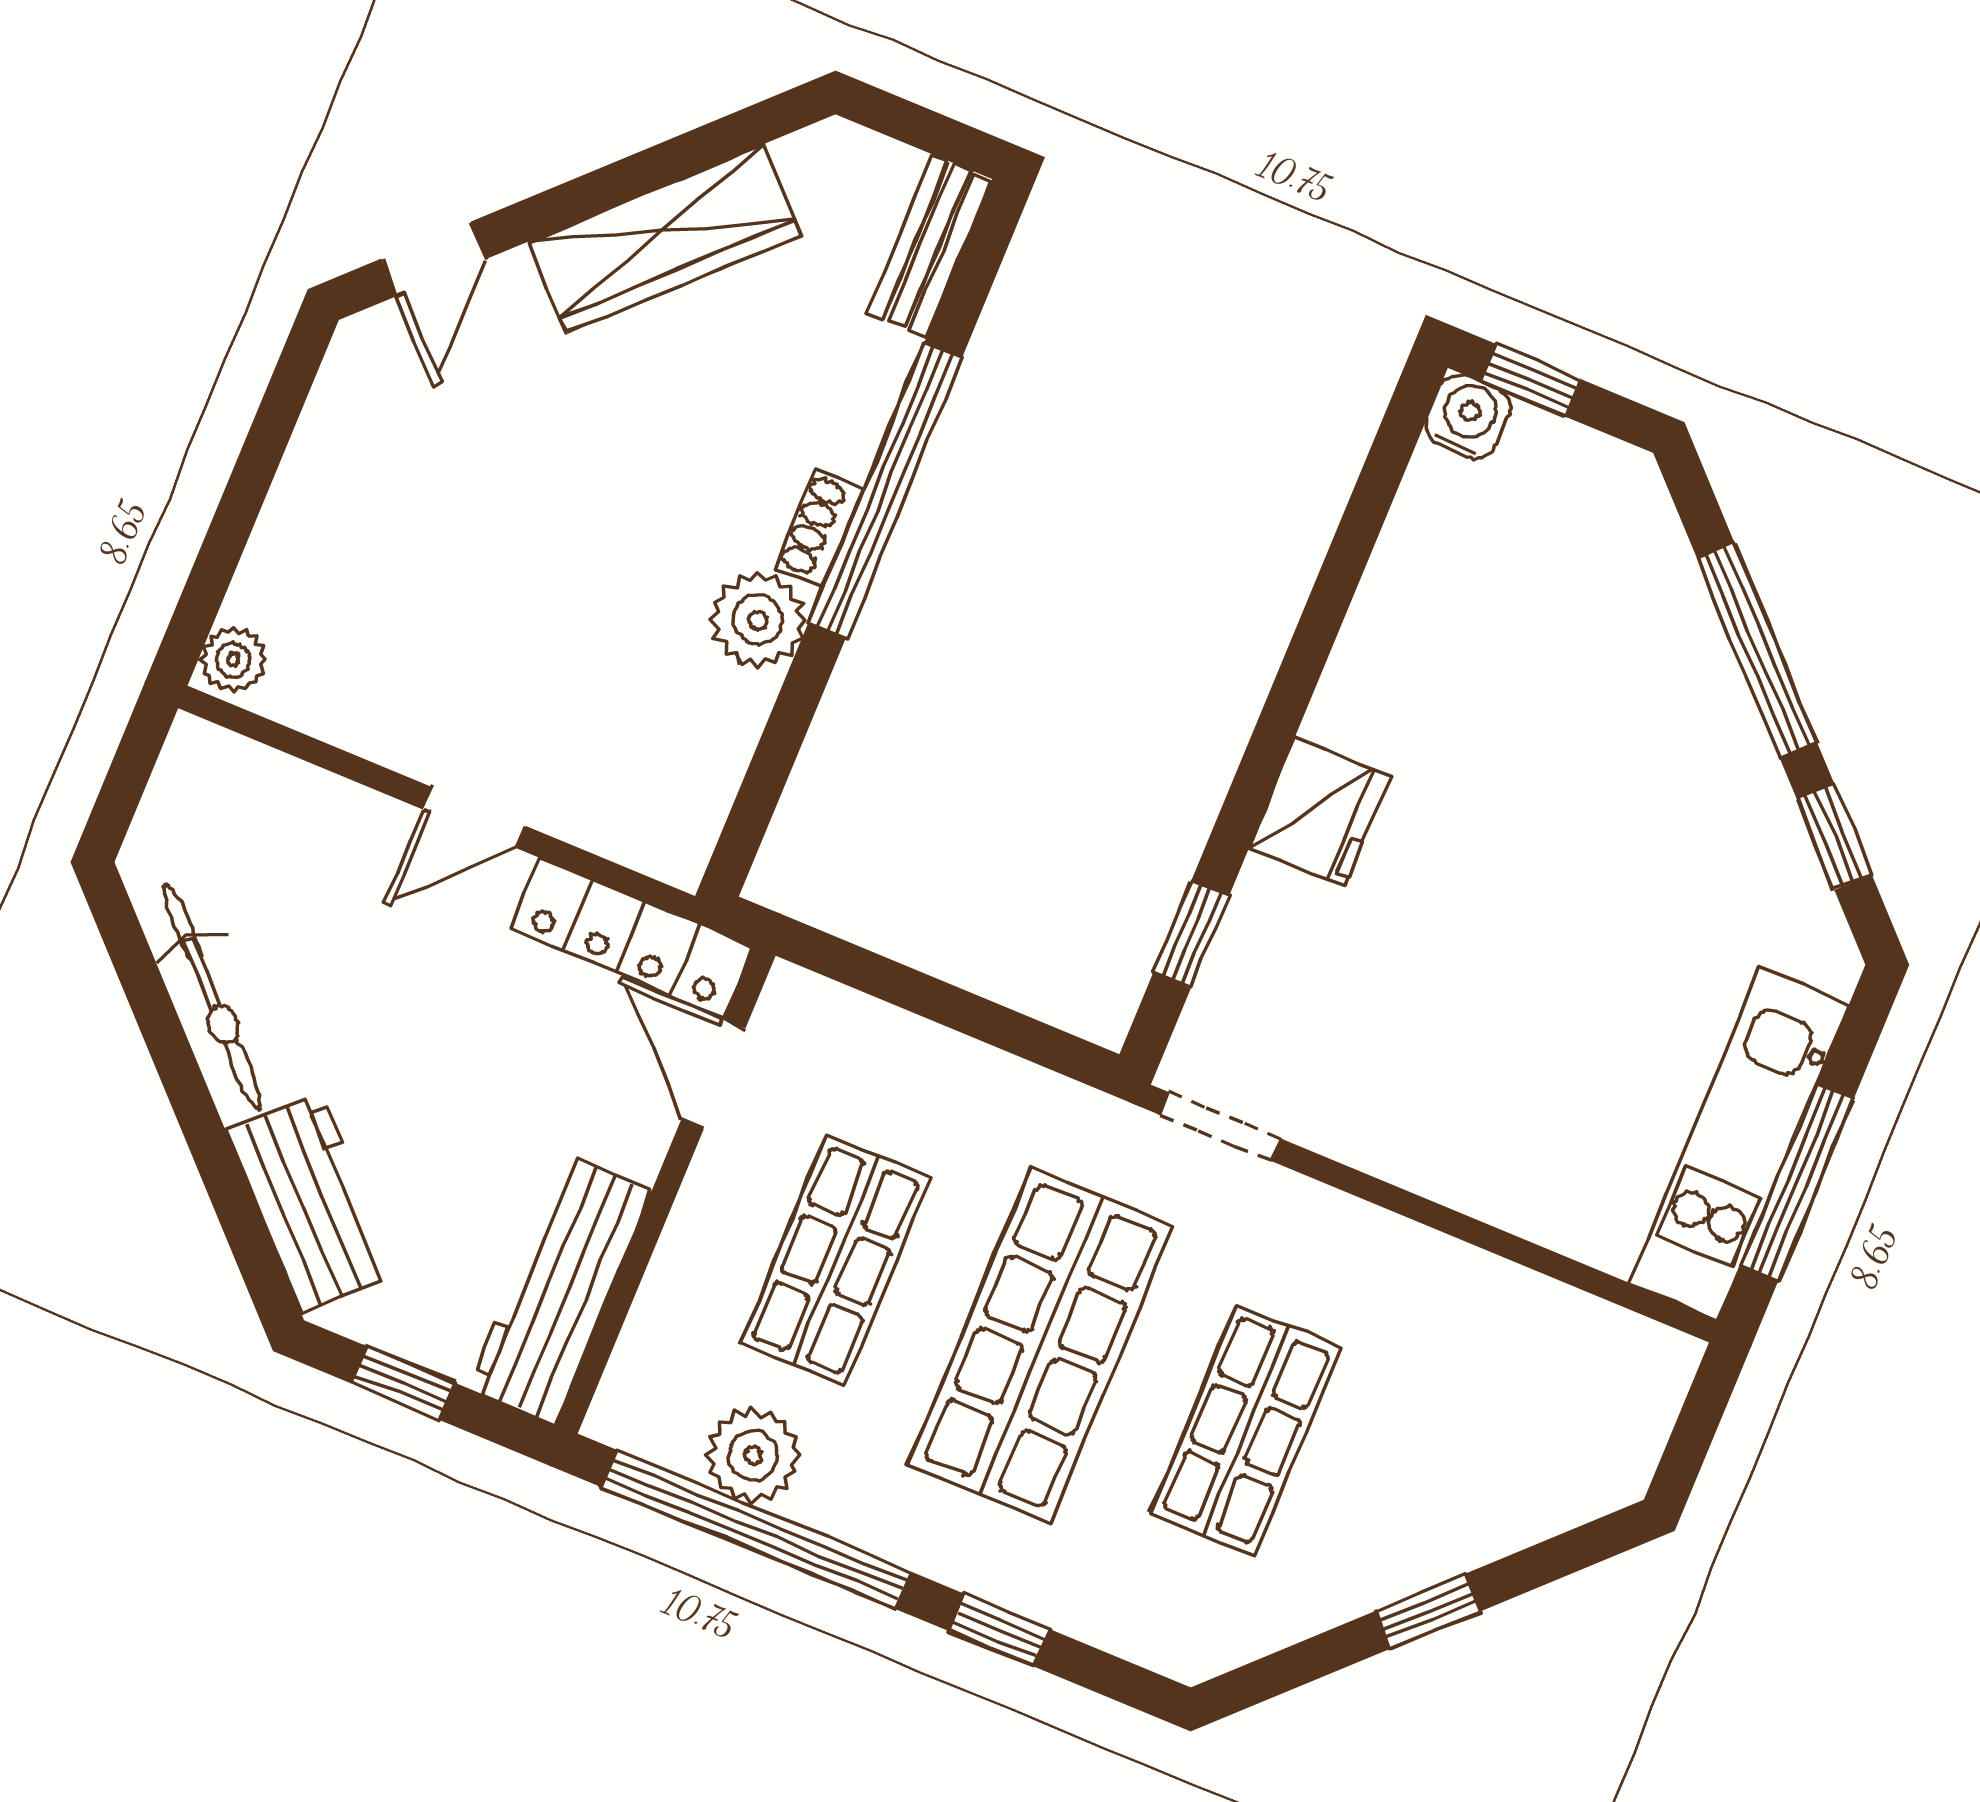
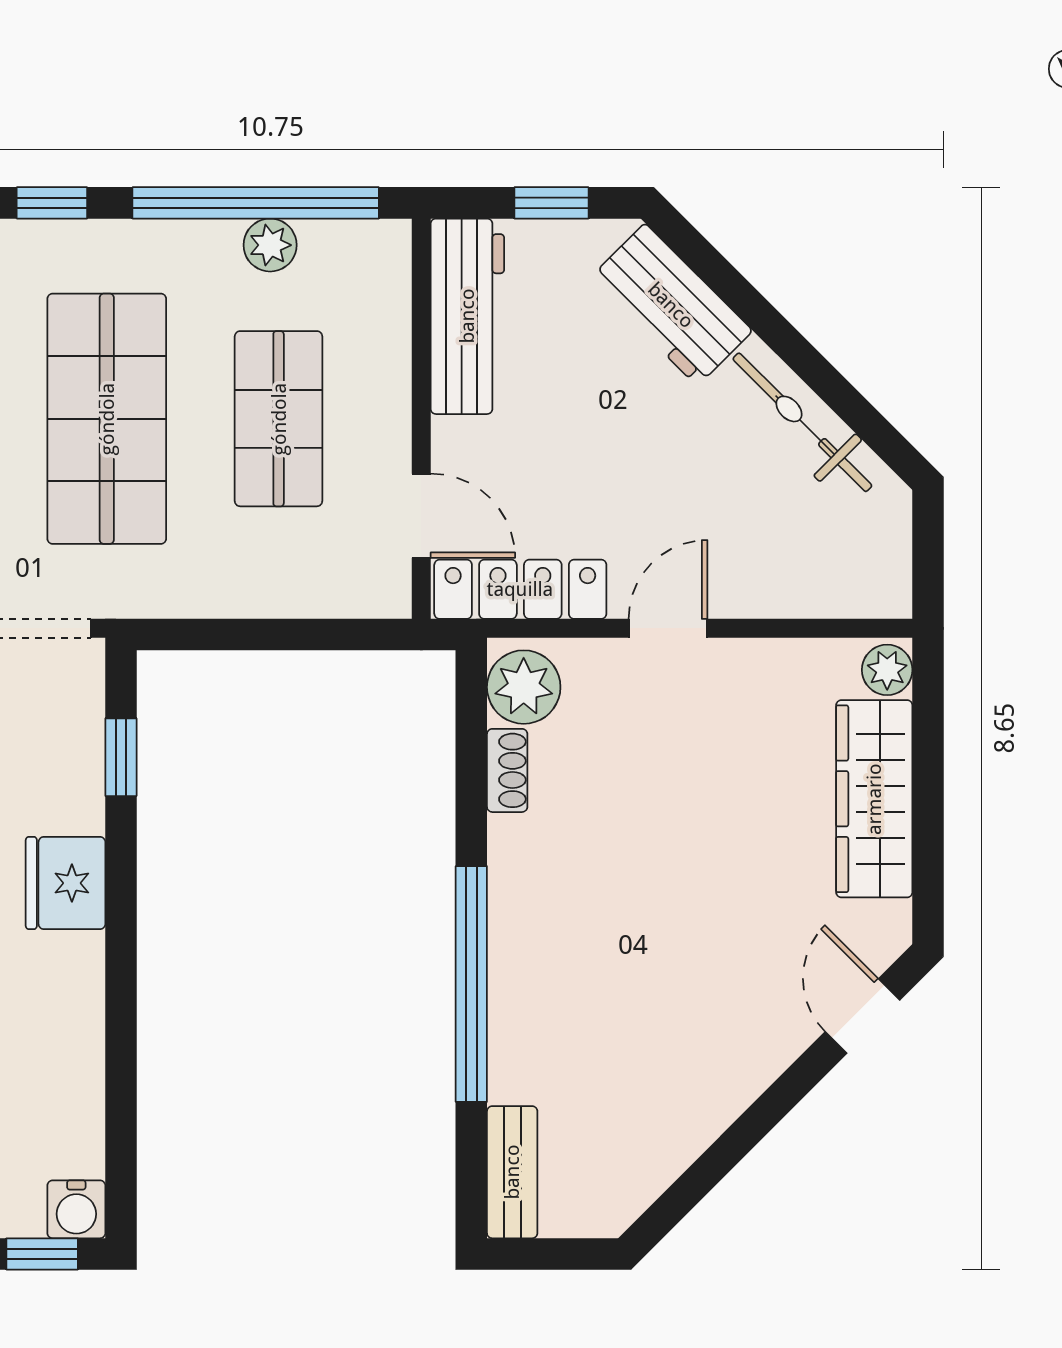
wardrobe: (665, 238) -> (874, 799), moved, turned -45
shoe rack: (819, 529) -> (507, 770), moved
plant: (758, 620) -> (524, 687), moved
plant: (753, 1455) -> (270, 245), width x0.73, depth x0.73

